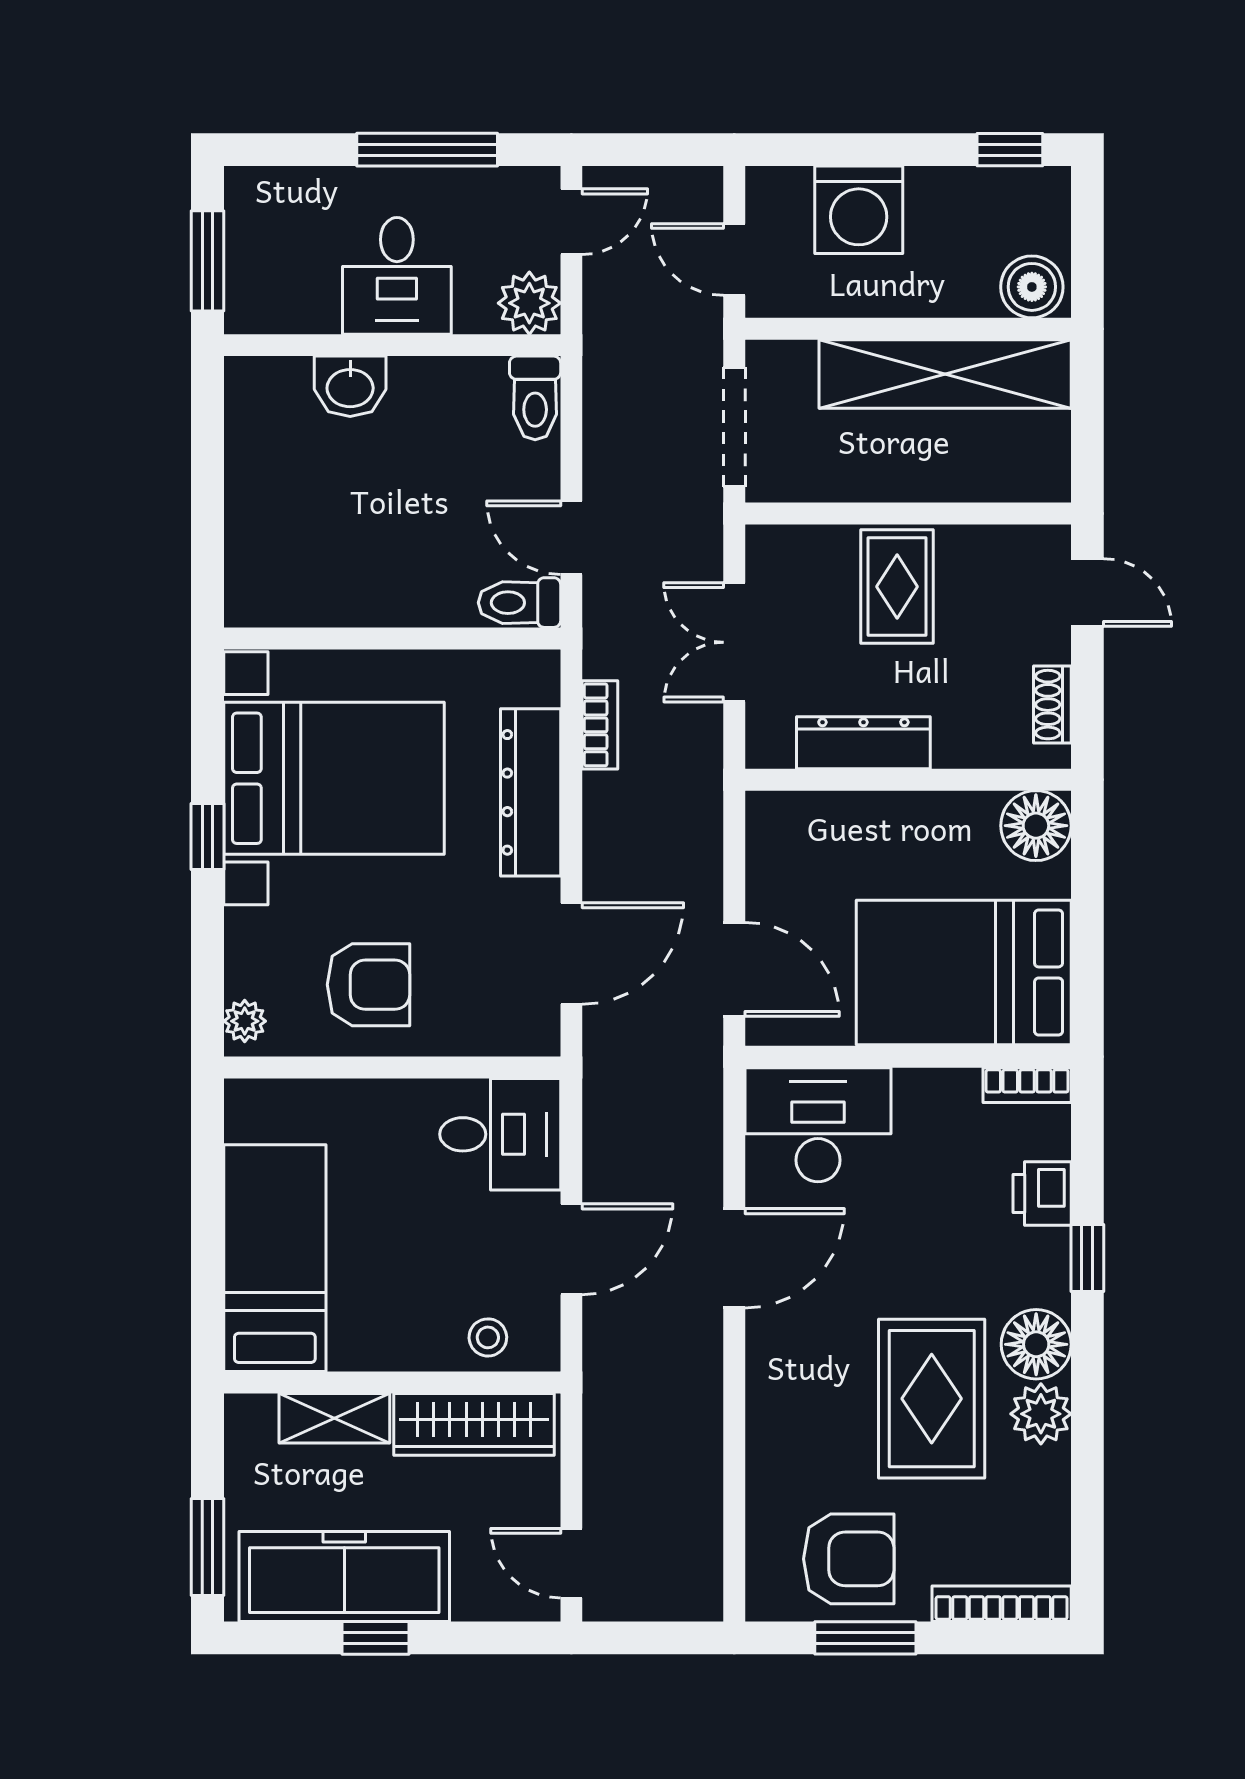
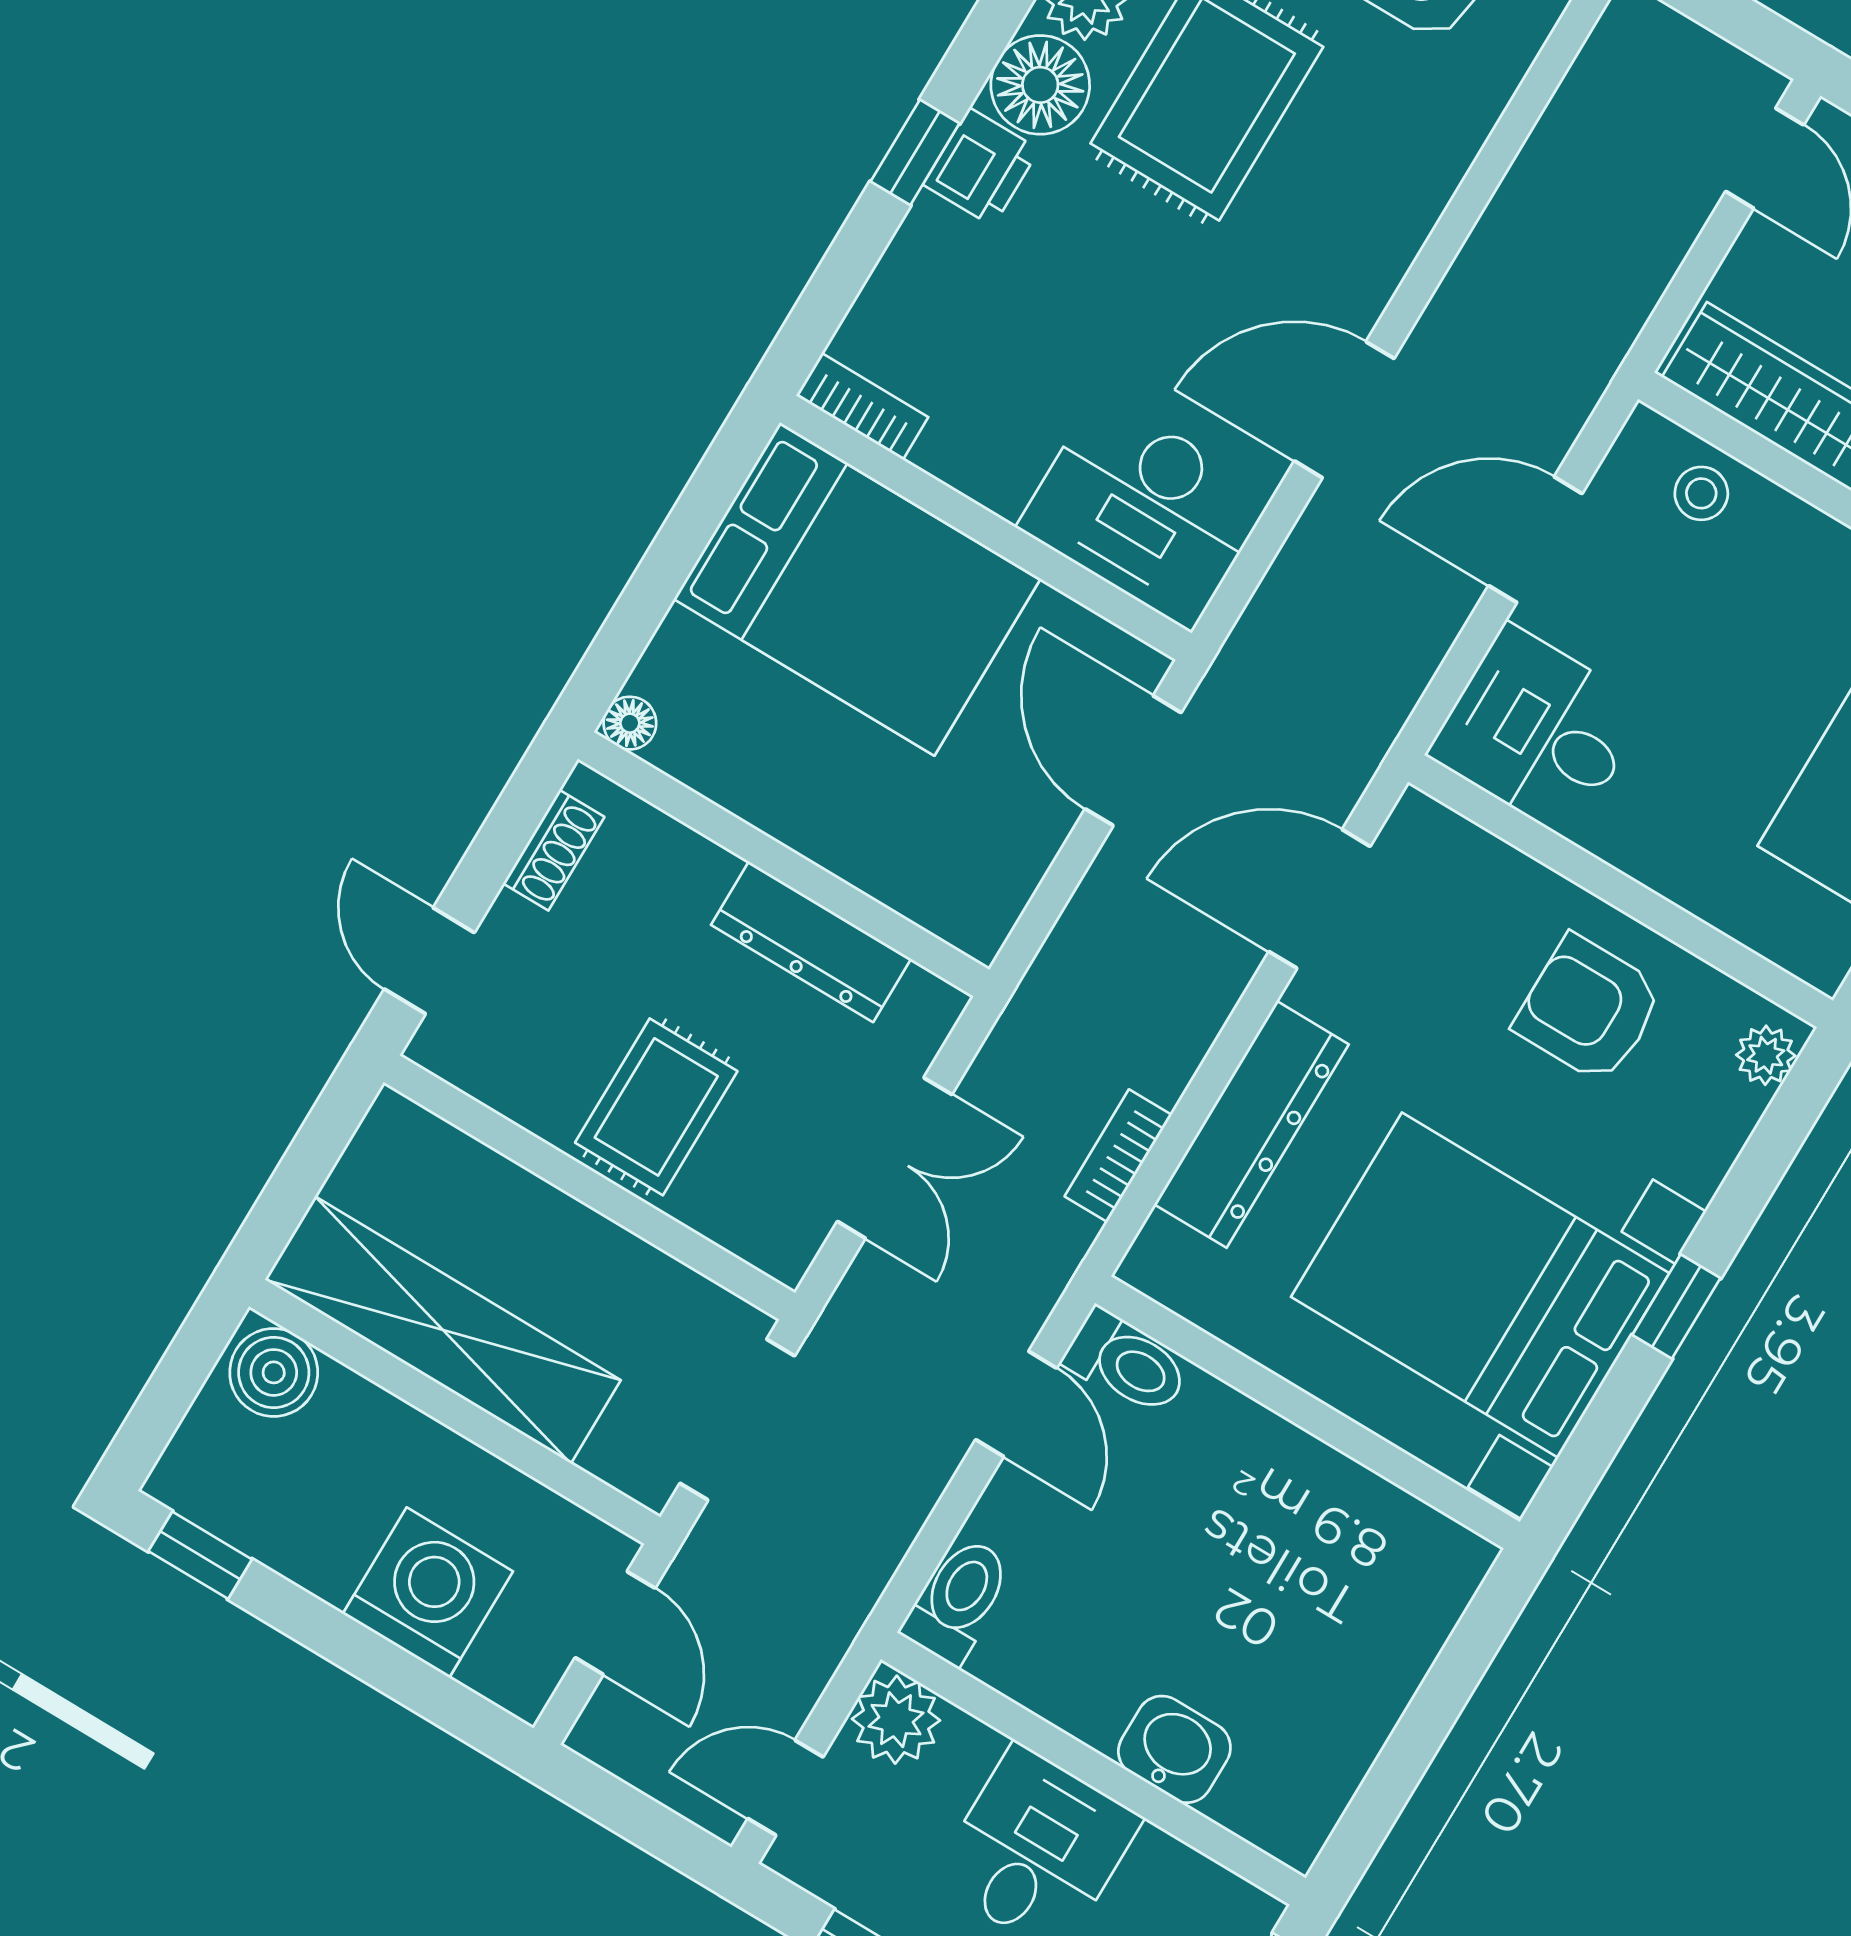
floor lamp: (1036, 826) -> (630, 723), width x0.53, depth x0.53
printer: (1042, 1194) -> (981, 167), moved

